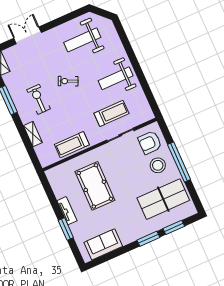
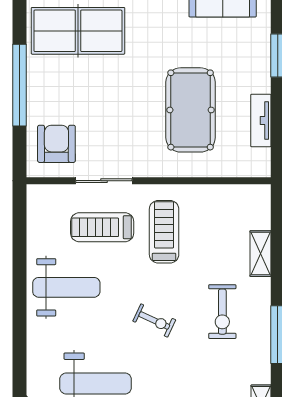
armchair: (150, 143) -> (56, 144), turned -90
treadmill: (72, 145) -> (164, 232), moved, turned -90
stool: (158, 165) -> (61, 96), removed
tv unit: (67, 211) -> (261, 121), moved

